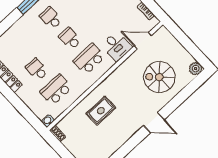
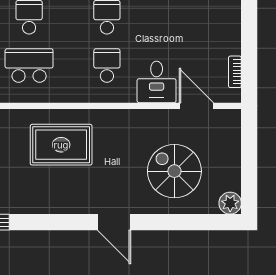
school desk: (89, 59) -> (107, 66), width x0.54
rug: (101, 111) -> (61, 145), width x1.36, depth x1.43

